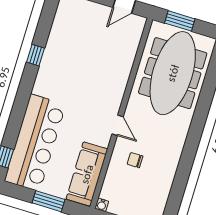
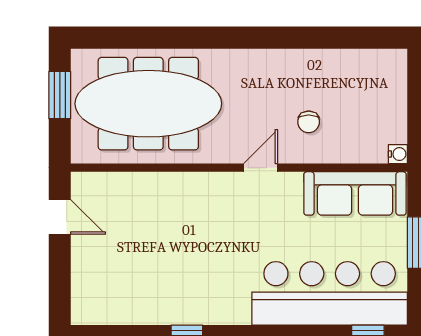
window: (180, 21) -> (60, 95), moved

